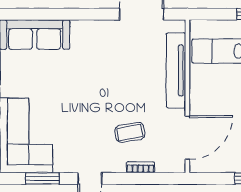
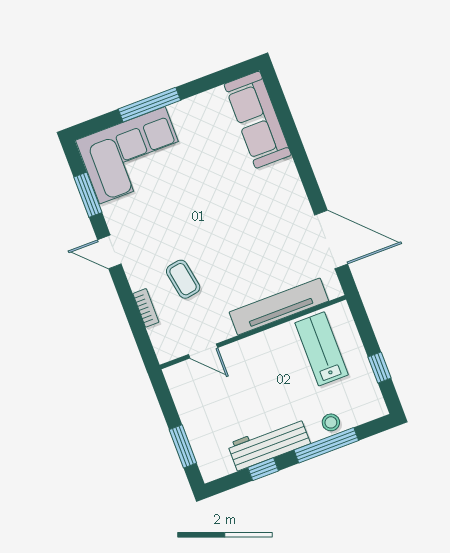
door: (187, 138) -> (203, 351), width x0.53

